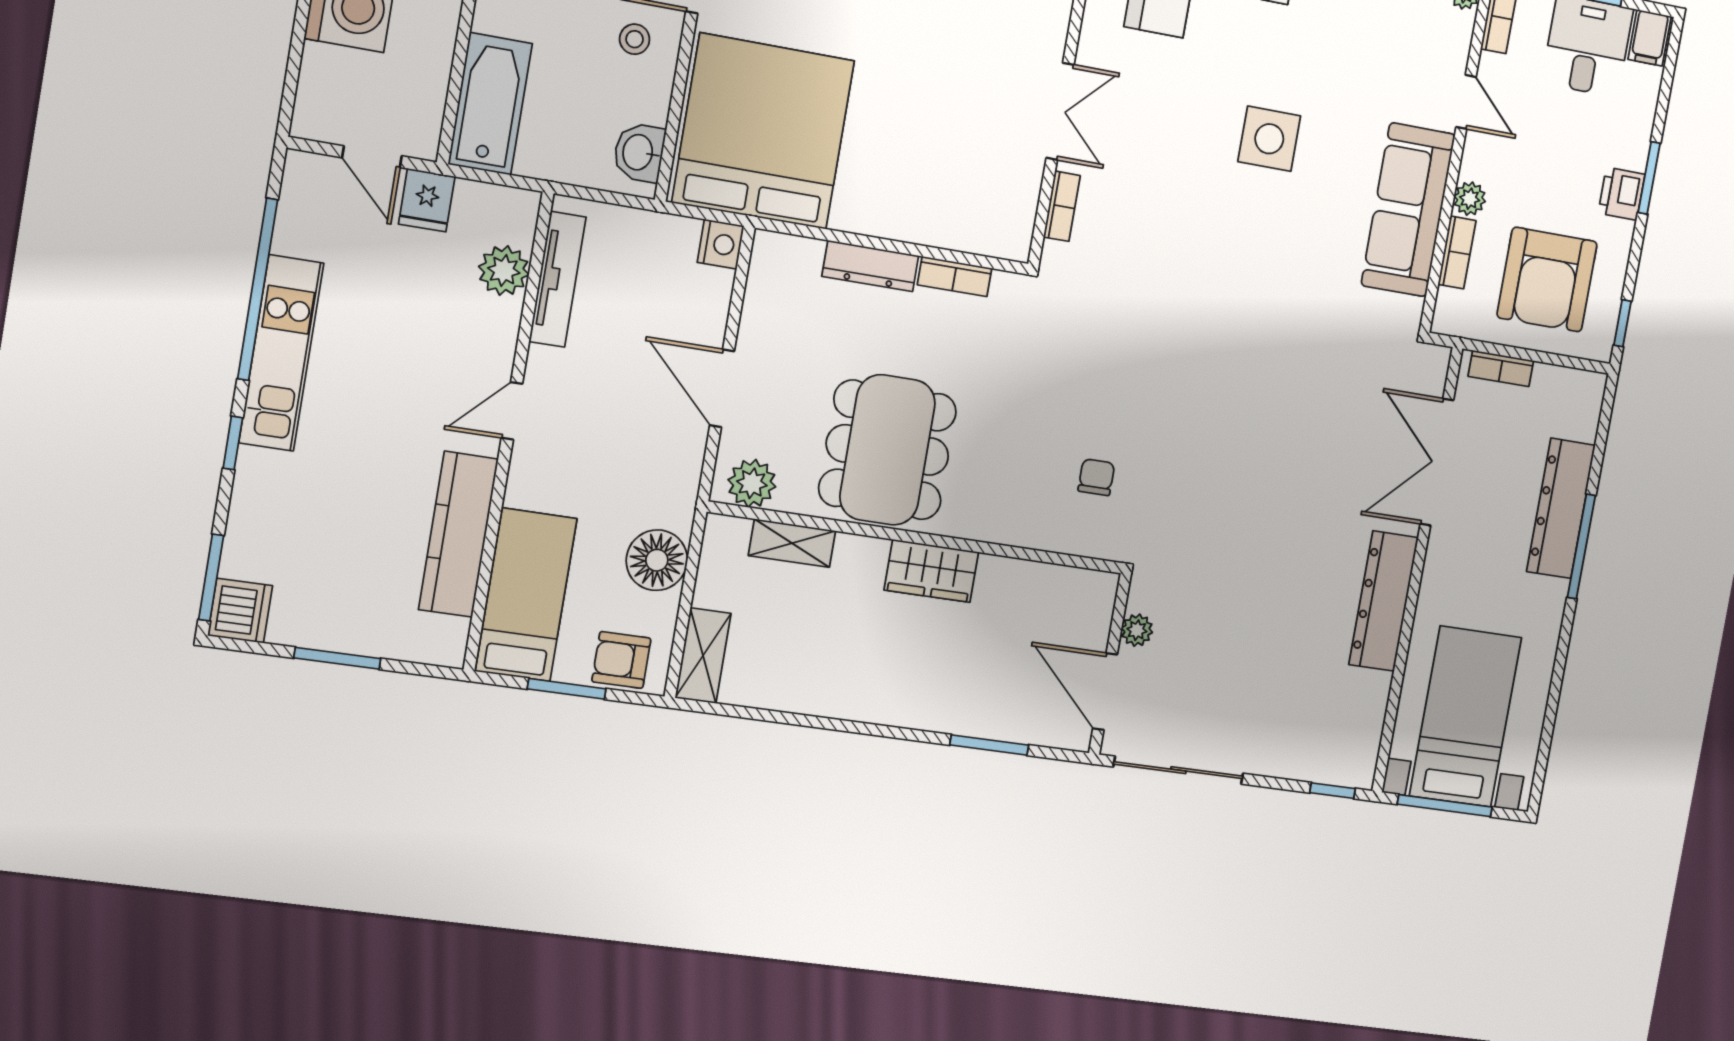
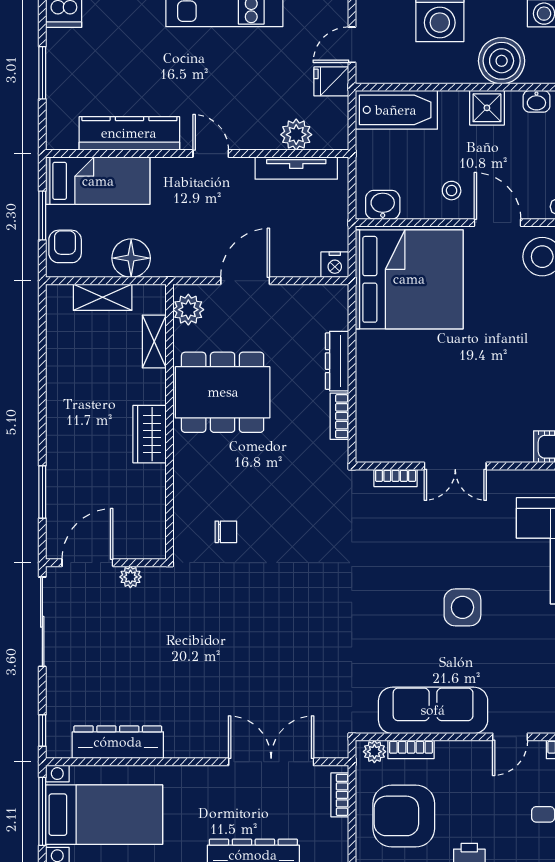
plant: (1470, 199) -> (374, 752), moved
dresser: (1384, 601) -> (118, 742), moved
shelving: (703, 656) -> (103, 297), moved

